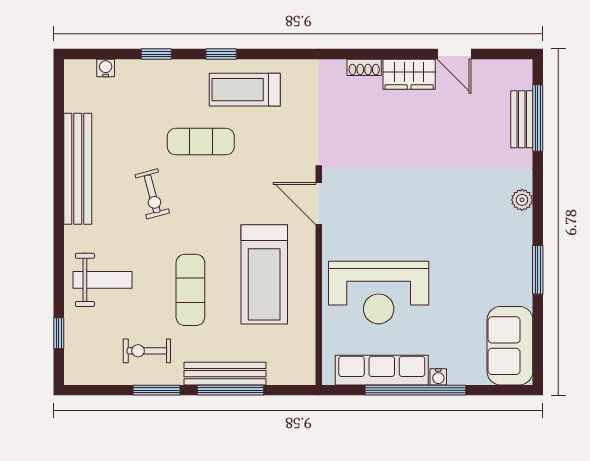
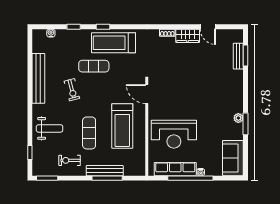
treadmill: (245, 90) -> (114, 43), width x1.37, depth x1.38
window: (538, 118) -> (245, 56), width x0.69
plant: (522, 200) -> (238, 118), moved
window: (156, 390) -> (47, 178), moved

